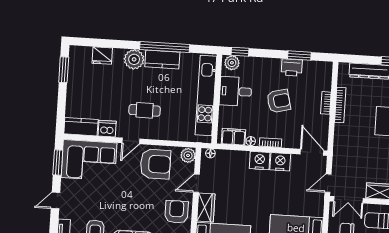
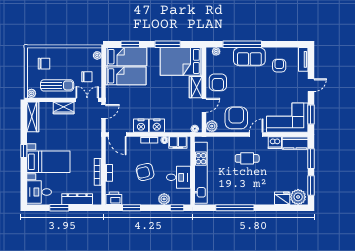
plant: (134, 59) -> (298, 197), moved
kitchen counter: (162, 60) -> (236, 198), removed
plant: (232, 63) -> (164, 199), moved
printer: (292, 67) -> (114, 198), moved
window: (61, 105) -> (311, 159), added
armchair: (155, 164) -> (236, 118), turned 90

